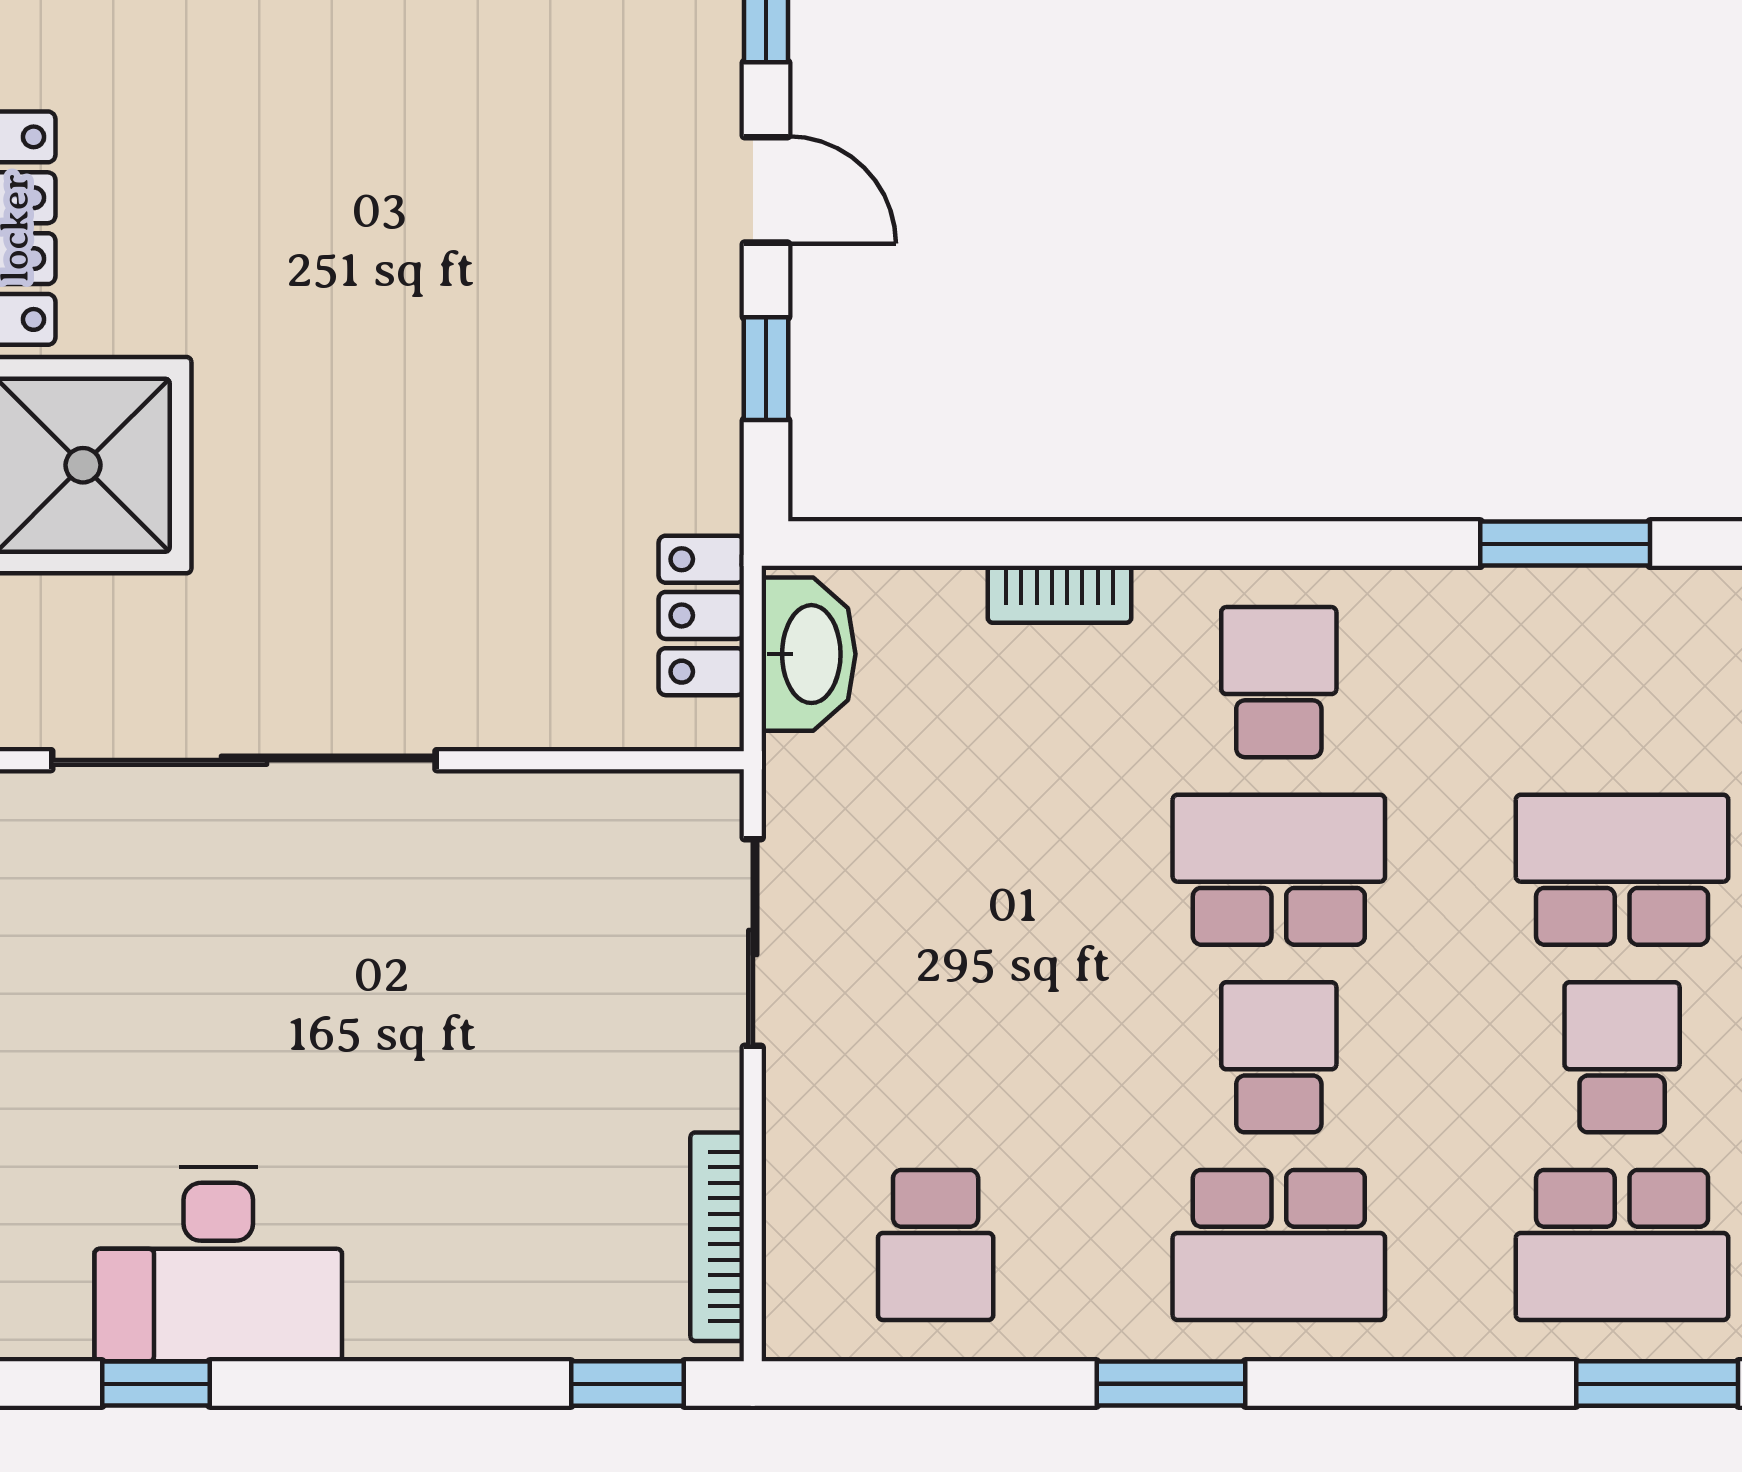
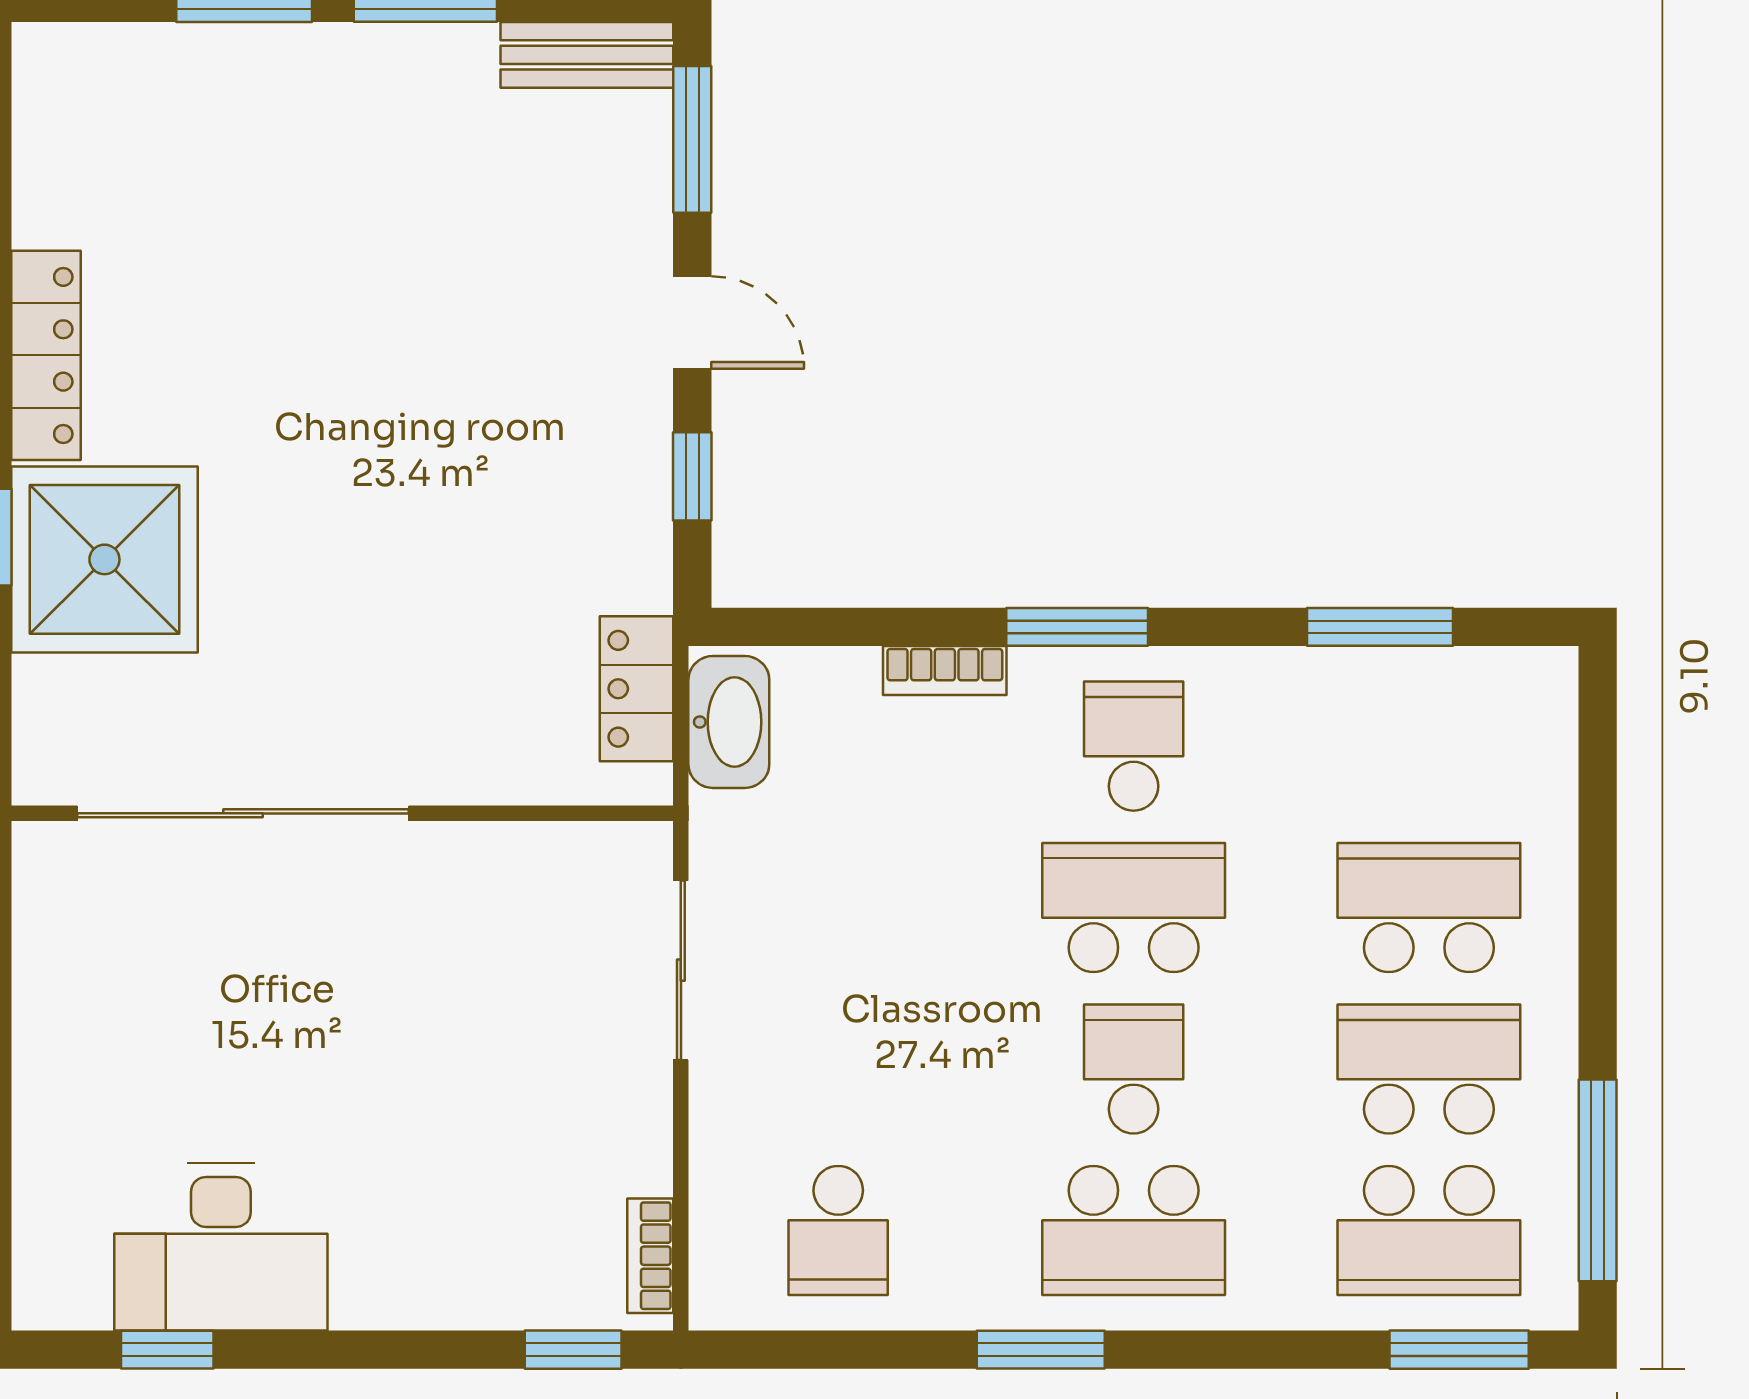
window: (1213, 544) -> (1077, 627), added
school desk: (1622, 1057) -> (1429, 1069), width x1.85
bookcase: (717, 1237) -> (650, 1256), width x0.64

